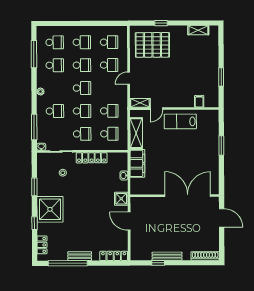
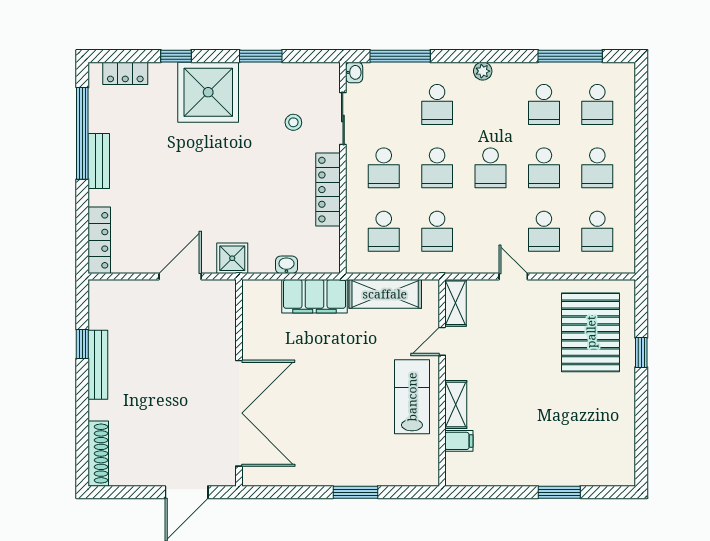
shelving: (198, 30) -> (456, 404), moved
window: (221, 77) -> (559, 492), moved
door: (157, 109) -> (442, 341), hinge flipped

